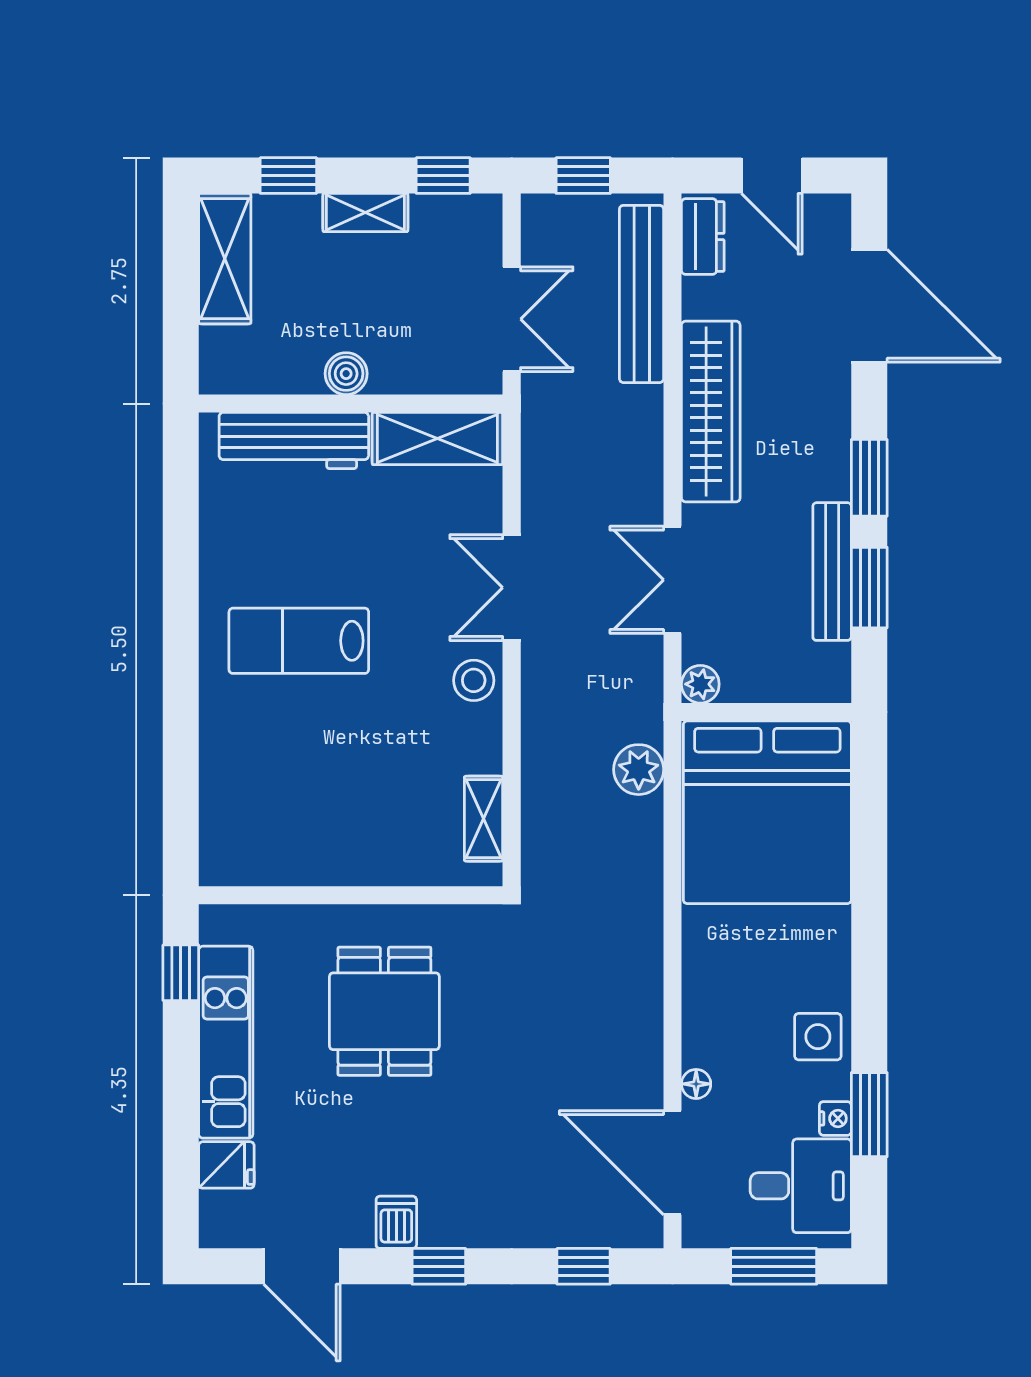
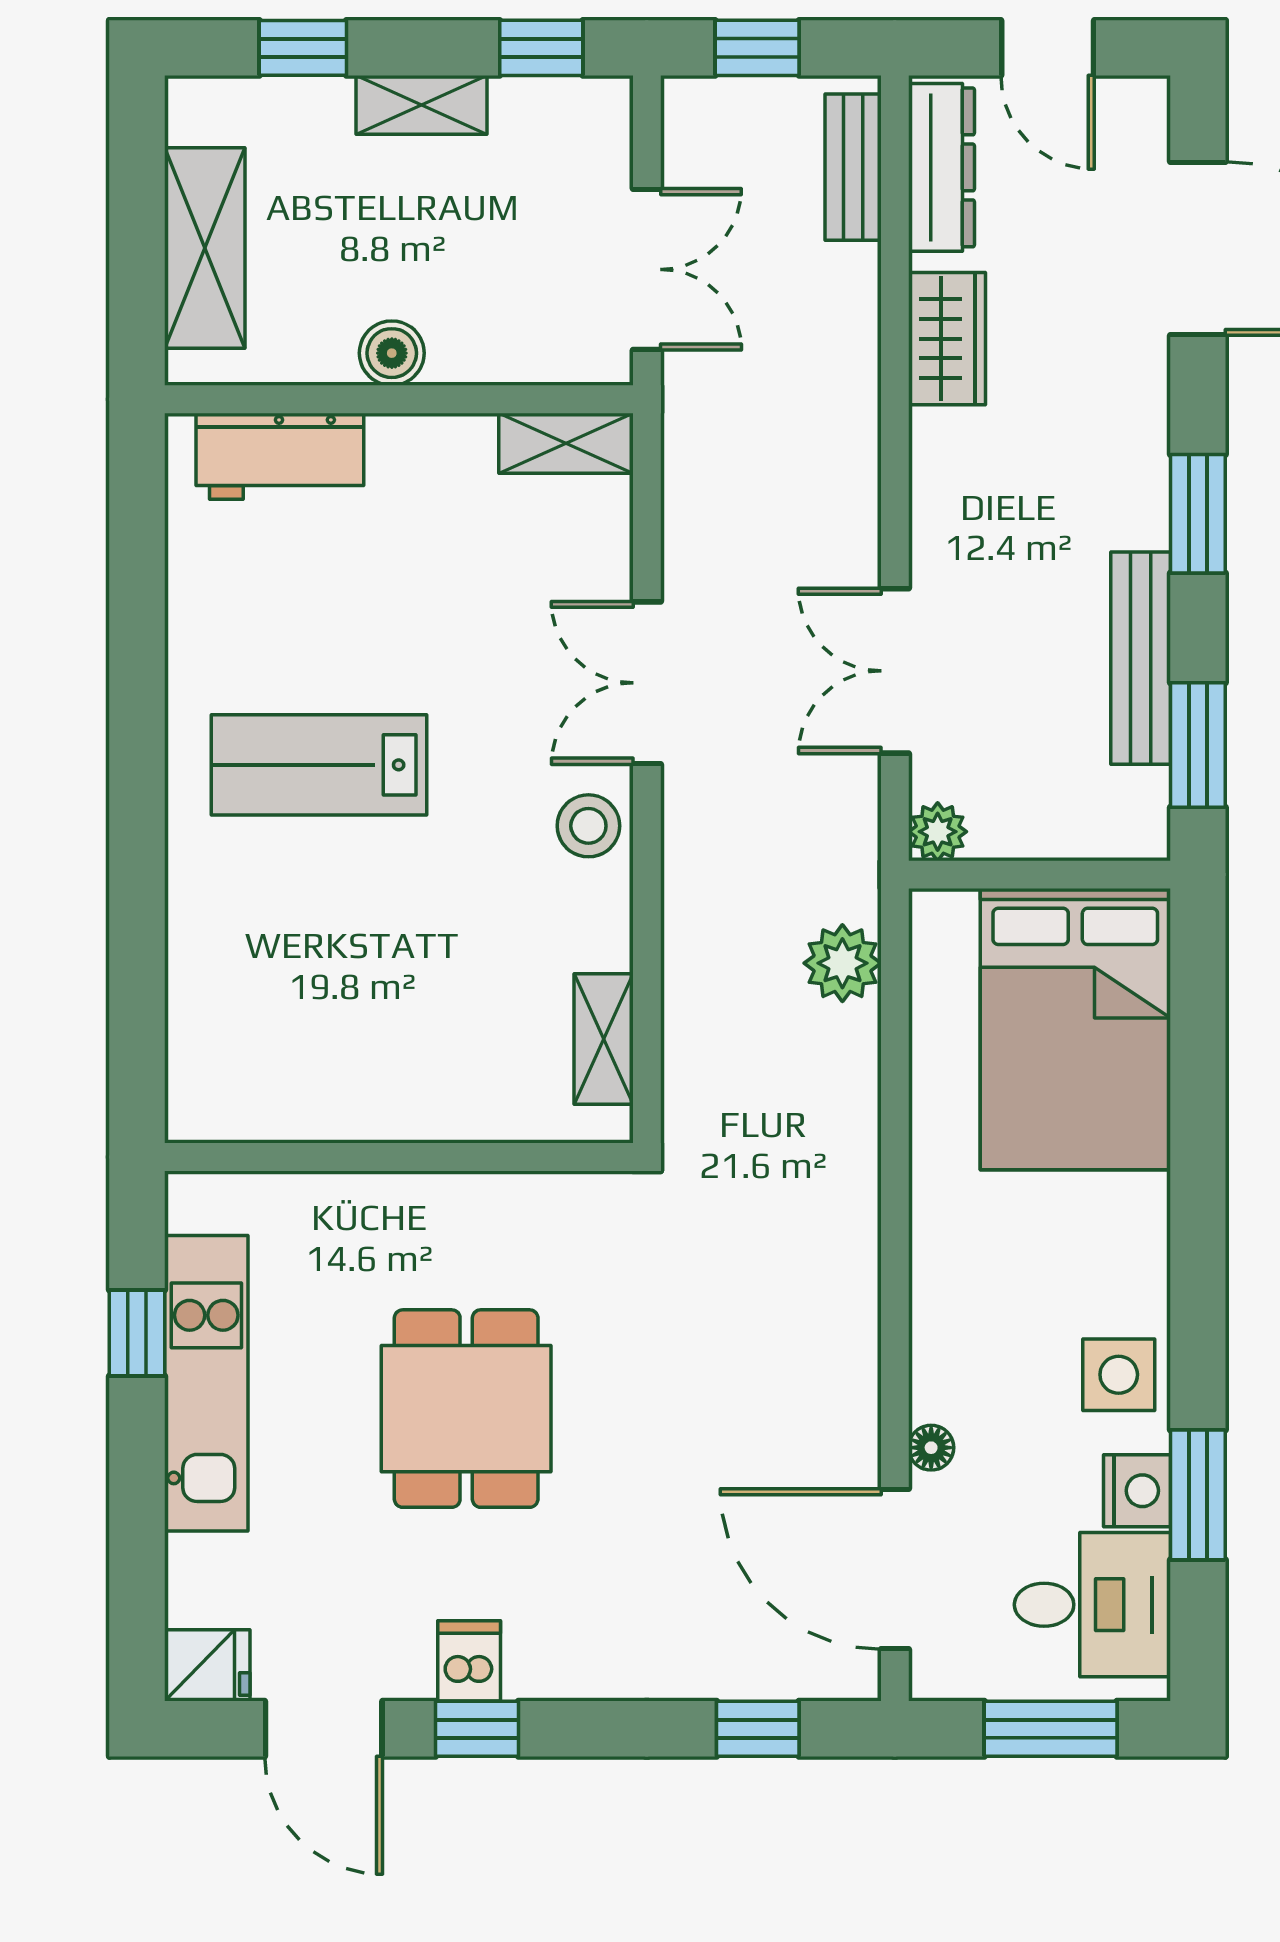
dresser: (703, 237) -> (941, 167), width x1.44
shelving: (225, 259) -> (205, 248), moved
bench: (642, 294) -> (853, 167), width x0.54, depth x0.82
wardrobe: (711, 412) -> (947, 339), width x0.48, depth x0.85
shelving: (437, 439) -> (566, 443), width x0.67, depth x0.75
workbench: (294, 441) -> (280, 456), width x0.73
window: (869, 588) -> (1198, 745), moved
bed: (767, 812) -> (1075, 1029), width x0.73
window: (181, 973) -> (137, 1333), moved
dining table: (384, 1011) -> (466, 1409), moved
nightstand: (835, 1118) -> (1137, 1491), width x1.39, depth x1.35
fridge: (226, 1165) -> (207, 1665), moved
window: (439, 1266) -> (477, 1729), moved

